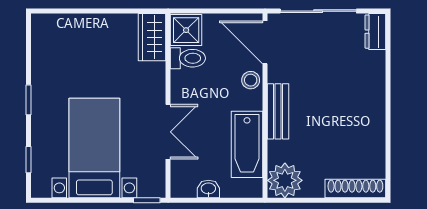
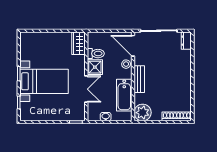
shower: (186, 30) -> (95, 67), moved
bed with nightstands: (94, 148) -> (44, 81), moved, turned 90

